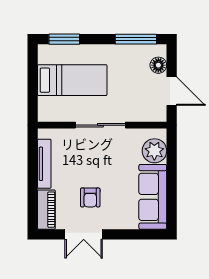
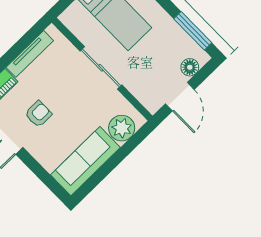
armchair: (90, 197) -> (38, 114), turned 180

